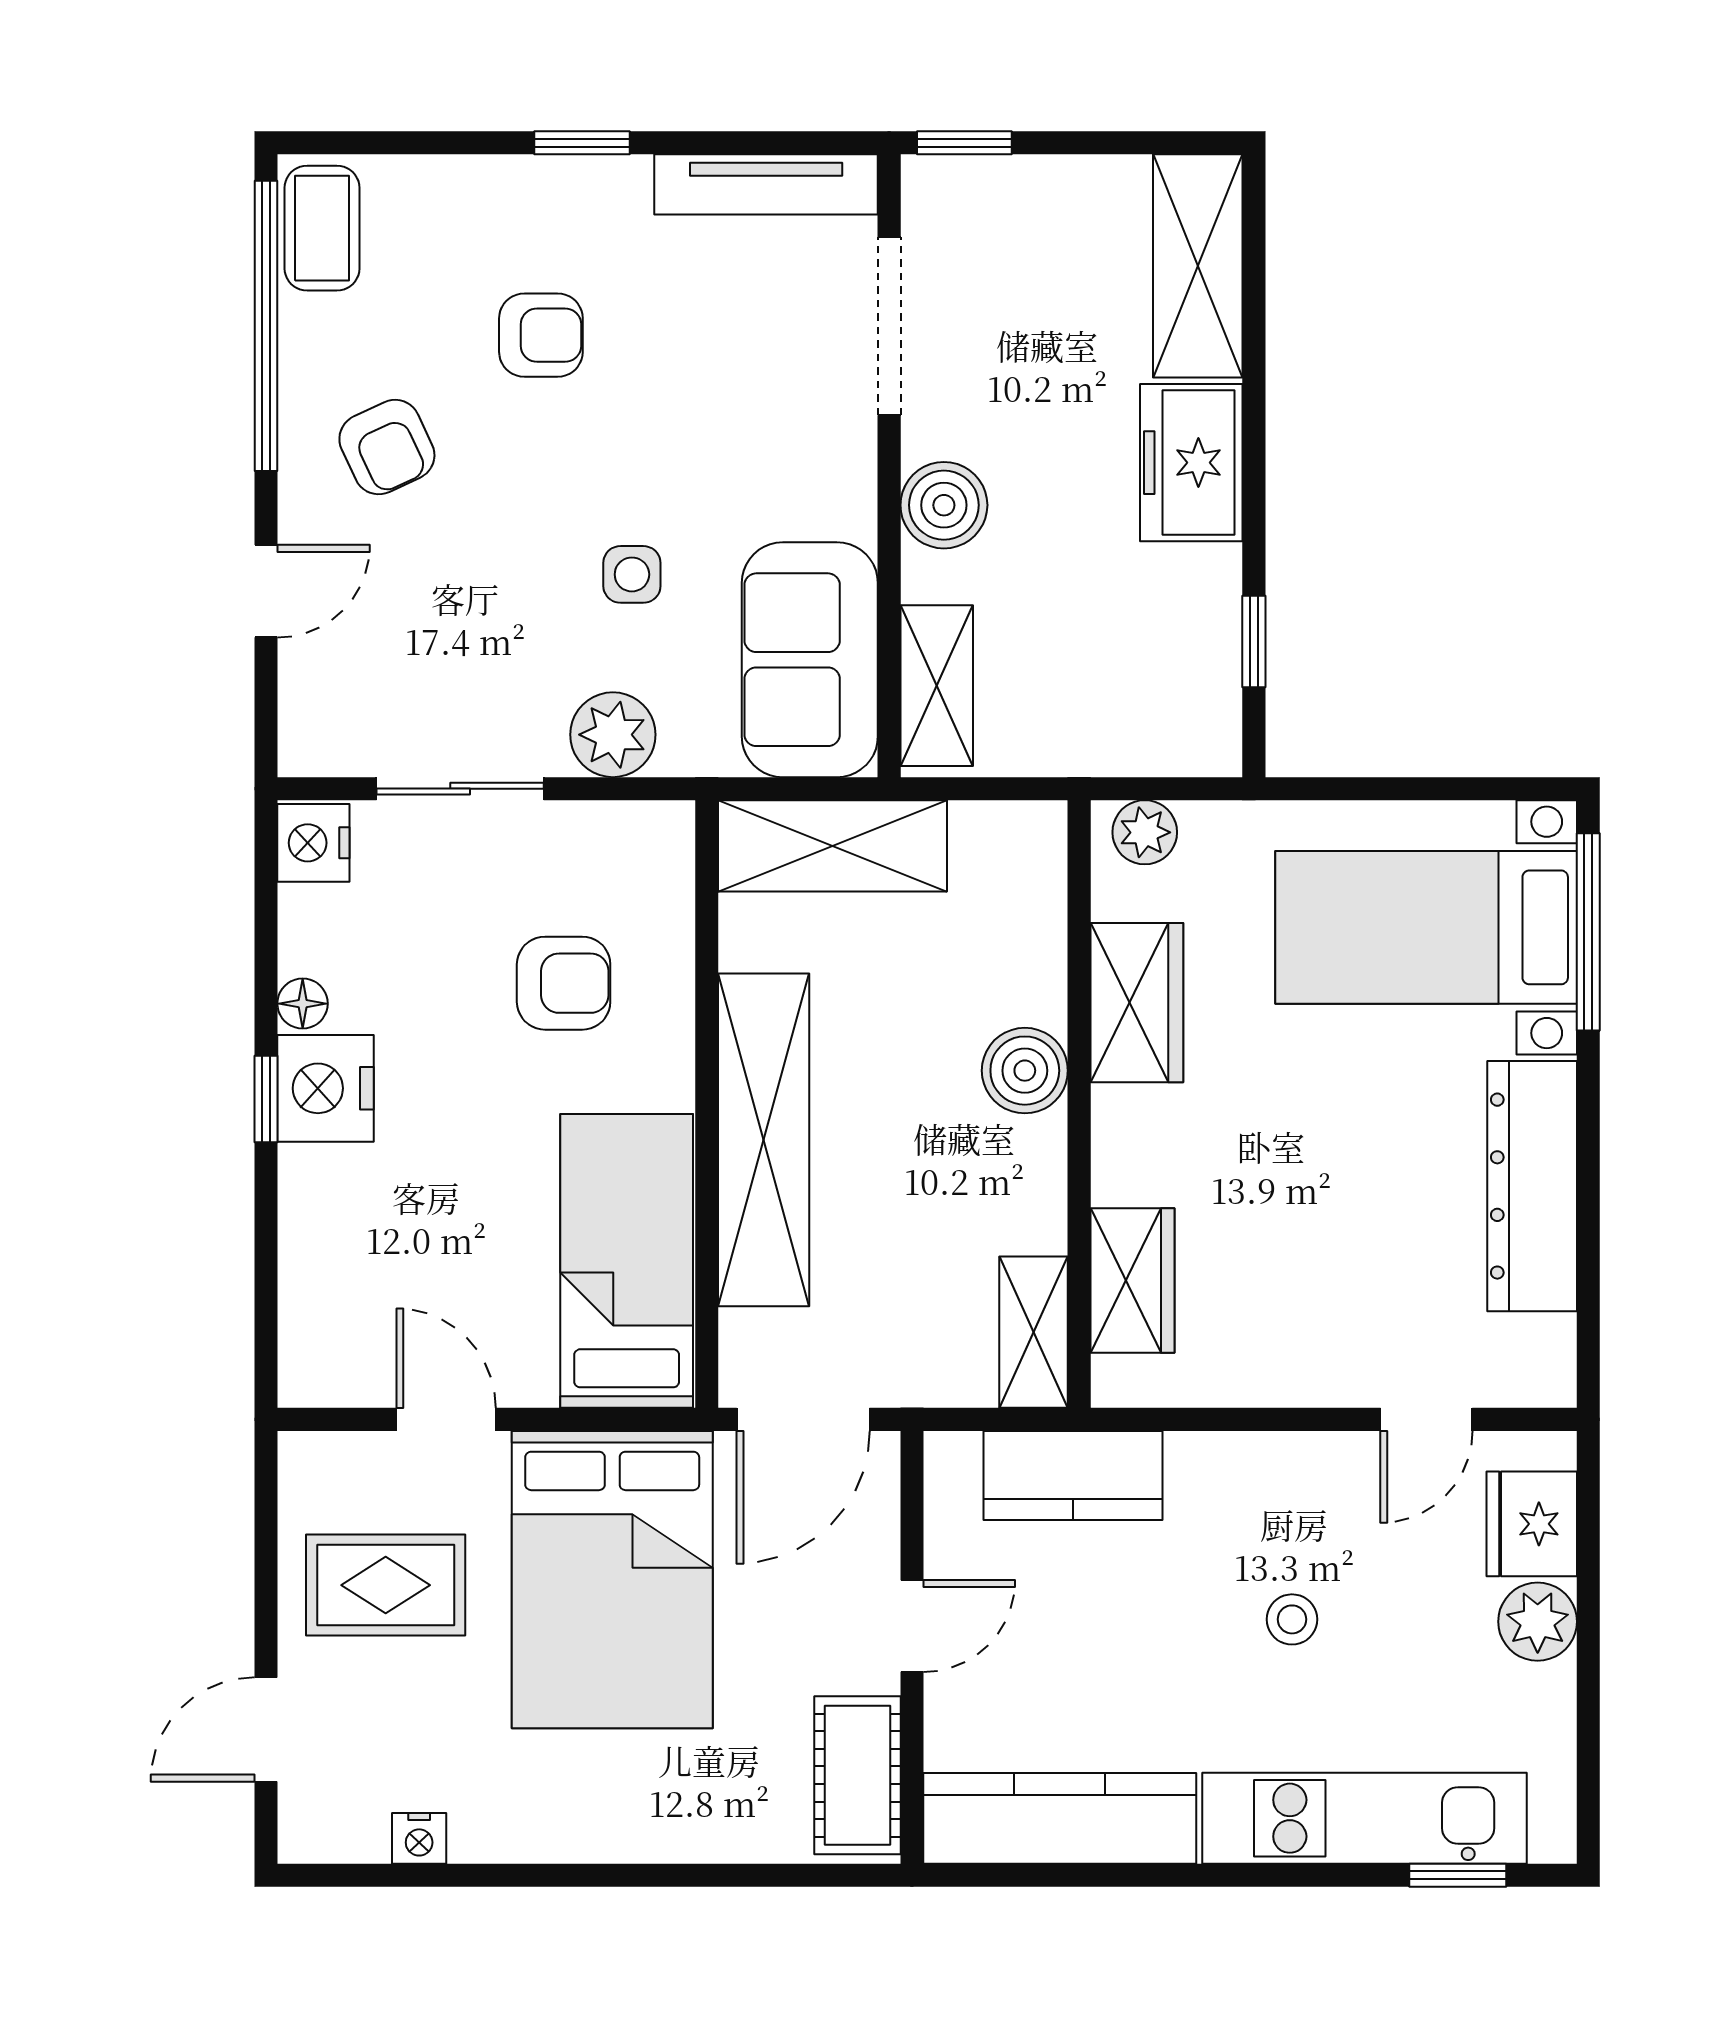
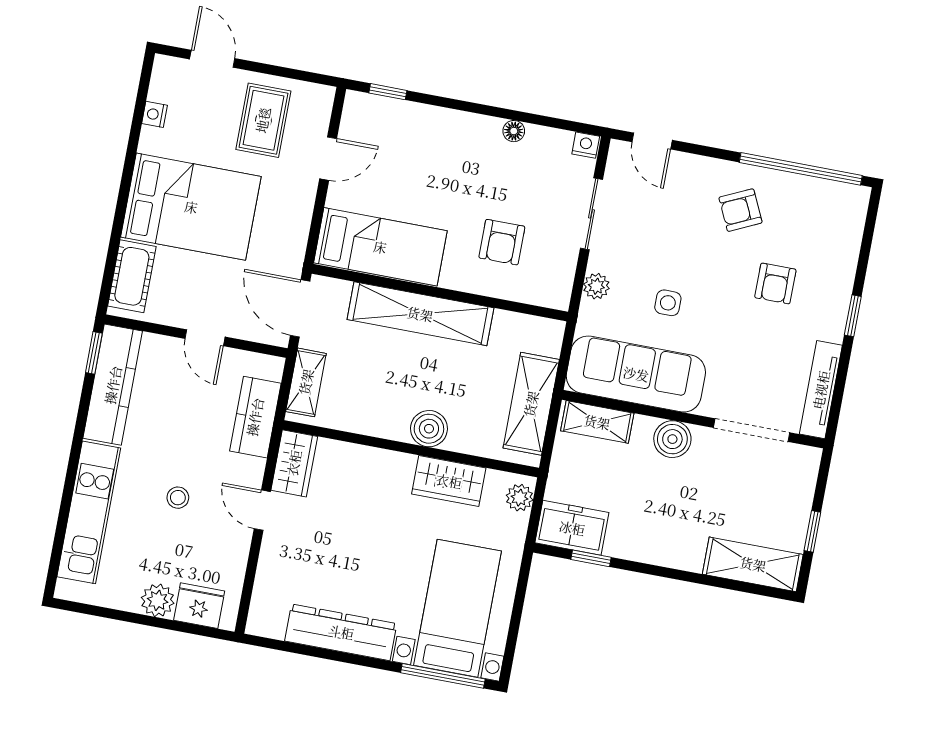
window: (964, 143) -> (812, 531), moved
coffee table: (322, 228) -> (837, 200), removed
freezer: (1191, 463) -> (572, 528), moved
door: (266, 591) -> (652, 141), moved
sofa: (810, 660) -> (636, 374), width x1.36
plant: (613, 735) -> (596, 286), width x0.73, depth x0.73
nightstand: (313, 843) -> (586, 145), width x0.72, depth x0.74
shelving: (833, 846) -> (531, 404), moved
nightstand: (325, 1088) -> (476, 134), removed
window: (266, 1099) -> (388, 92), moved
wardrobe: (1133, 1280) -> (294, 463), moved, turned -90
shelving: (1034, 1332) -> (306, 382), moved, turned 90
door: (1426, 1419) -> (262, 510), moved
bed: (612, 1580) -> (191, 207), moved, turned 180
cot: (857, 1775) -> (132, 276), moved, turned 90
window: (1458, 1875) -> (94, 353), moved

